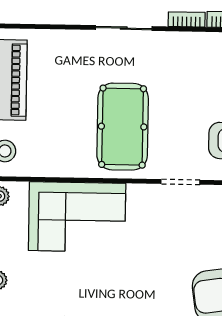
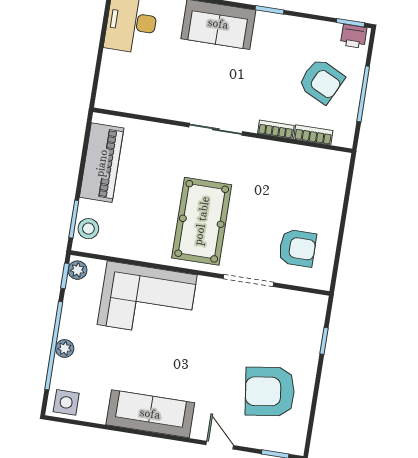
doorway: (180, 182) -> (248, 281), width x1.38

